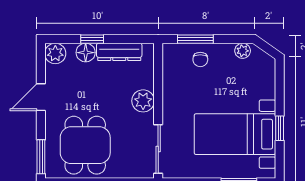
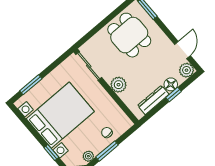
window: (195, 39) -> (107, 151), moved
door: (41, 97) -> (182, 50), moved
window: (280, 128) -> (51, 152), moved
bed with nightstands: (235, 134) -> (60, 115), width x1.36

